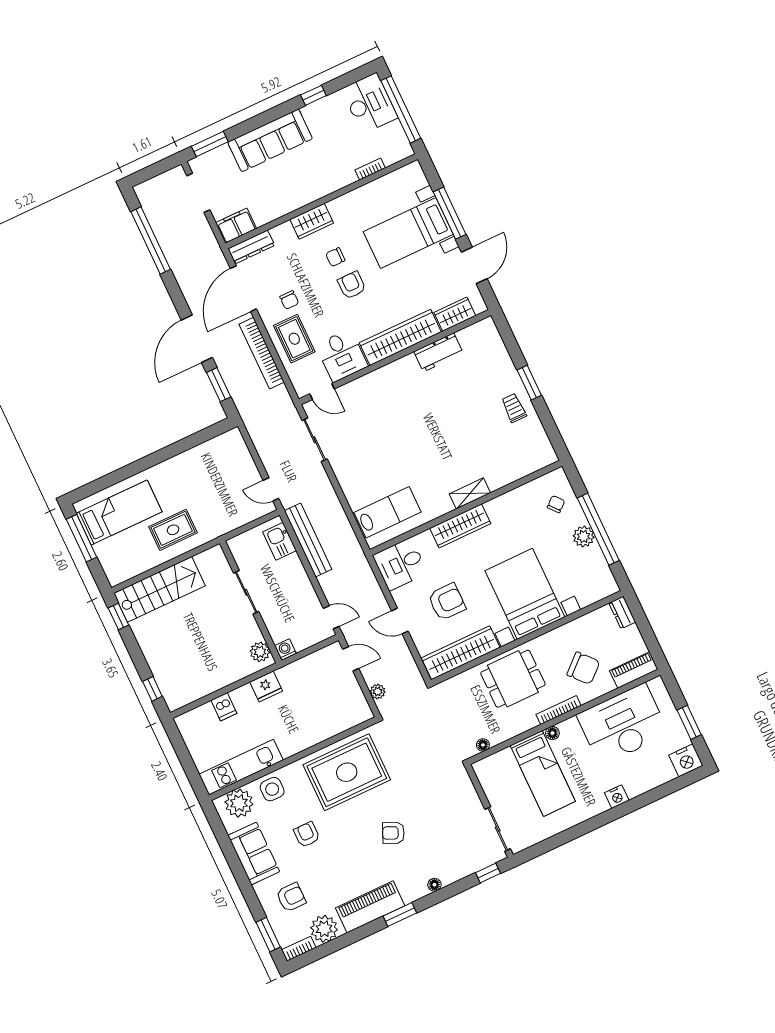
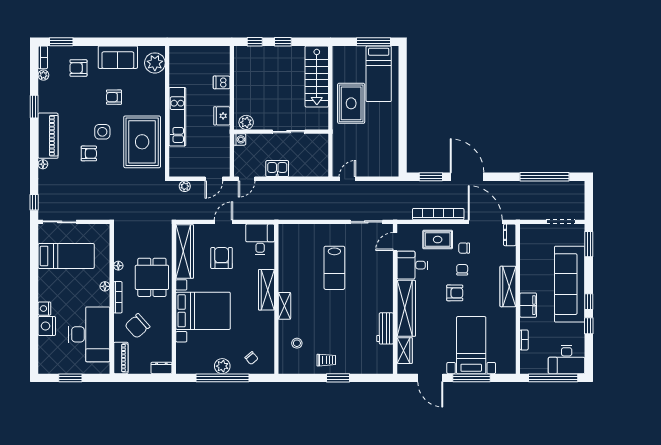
window: (283, 110) -> (589, 302), added
sofa: (270, 140) -> (570, 284), width x1.36, depth x1.27
wardrobe: (312, 221) -> (508, 286), width x1.50
filing cabinet: (236, 226) -> (528, 305), moved
dresser: (251, 247) -> (510, 235), width x0.70
chair: (335, 257) -> (462, 270), moved
stool: (510, 455) -> (297, 343), added
lab bench: (388, 512) -> (334, 268), moved
rug: (173, 530) -> (351, 103), width x1.36, depth x1.43
bench: (308, 540) -> (304, 187), removed
kitchen sink: (280, 541) -> (277, 169), moved
armchair: (447, 602) -> (222, 258), turned 180
window: (118, 617) -> (283, 42), moved
floor lamp: (483, 745) -> (118, 266), moved
nightstand: (686, 760) -> (47, 326), moved
kitchen unit: (241, 767) -> (177, 117), moved
bed: (543, 773) -> (66, 256), moved, turned 180
side table: (272, 789) -> (102, 132), moved
armchair: (393, 833) -> (89, 153), turned 66
armchair: (307, 835) -> (114, 97), turned 180
armchair: (291, 897) -> (78, 68), turned 90
piano: (370, 907) -> (48, 136), moved
window: (400, 915) -> (34, 107), moved
plant: (324, 929) -> (43, 75), width x0.53, depth x0.53

